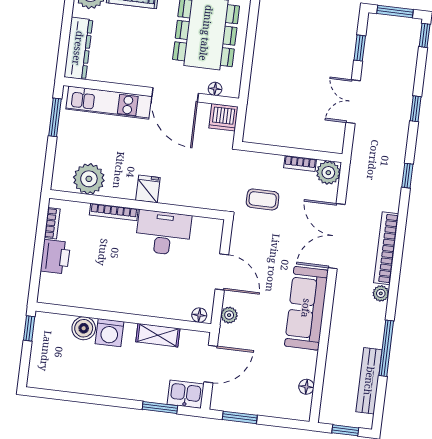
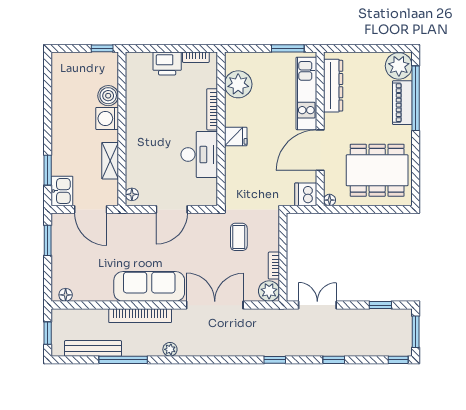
dresser: (78, 48) -> (333, 86), moved, turned -90
floor lamp: (215, 89) -> (330, 200), moved
double door: (353, 102) -> (317, 305), moved
bookcase: (386, 248) -> (140, 316), moved, turned 180
plant: (229, 315) -> (135, 220), removed
floor lamp: (306, 387) -> (66, 295), moved

